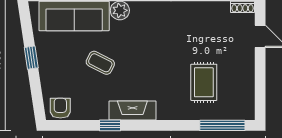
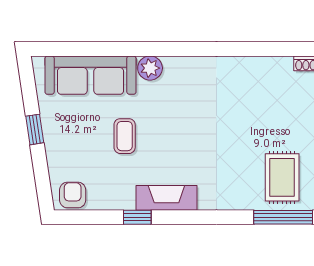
coffee table: (100, 63) -> (125, 136), turned 63
rug: (204, 82) -> (282, 177), moved

